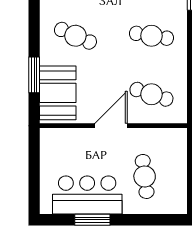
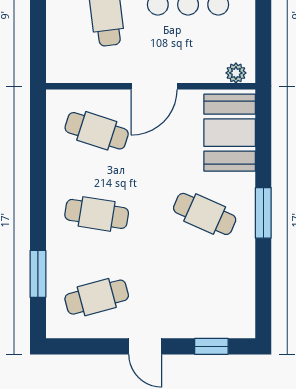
window: (34, 75) -> (263, 213), moved
plant: (53, 135) -> (236, 73), added

